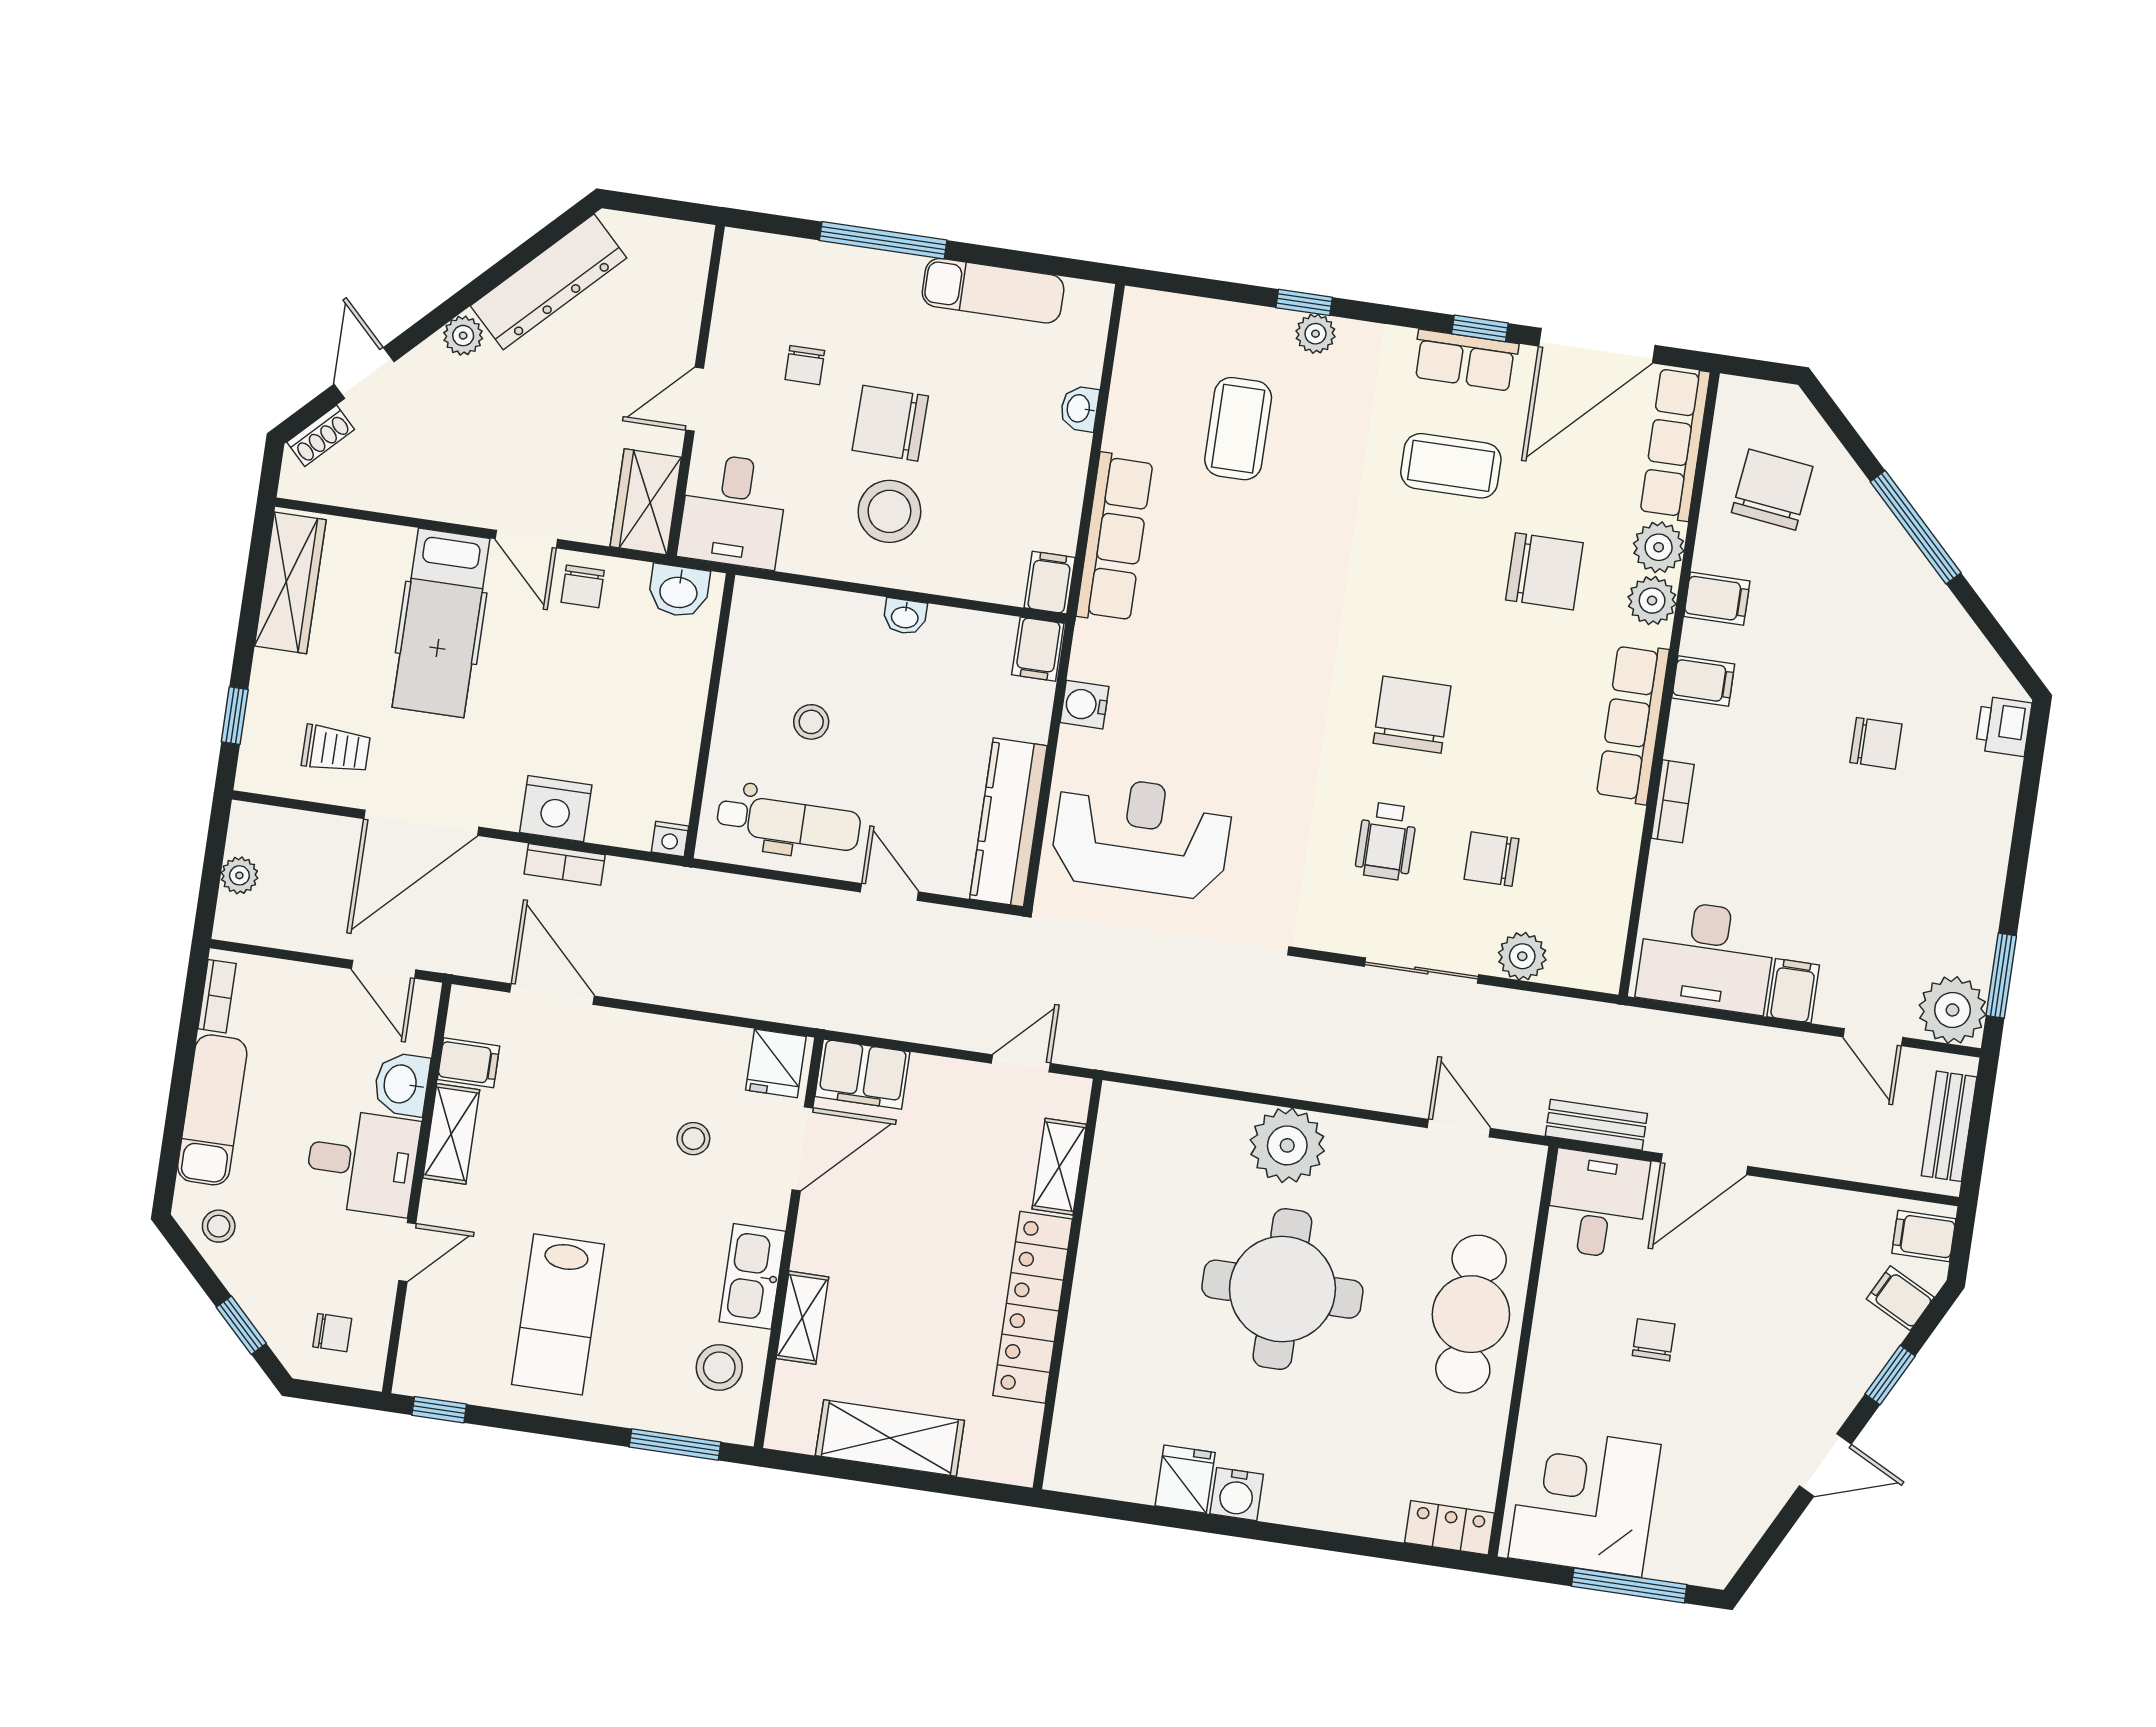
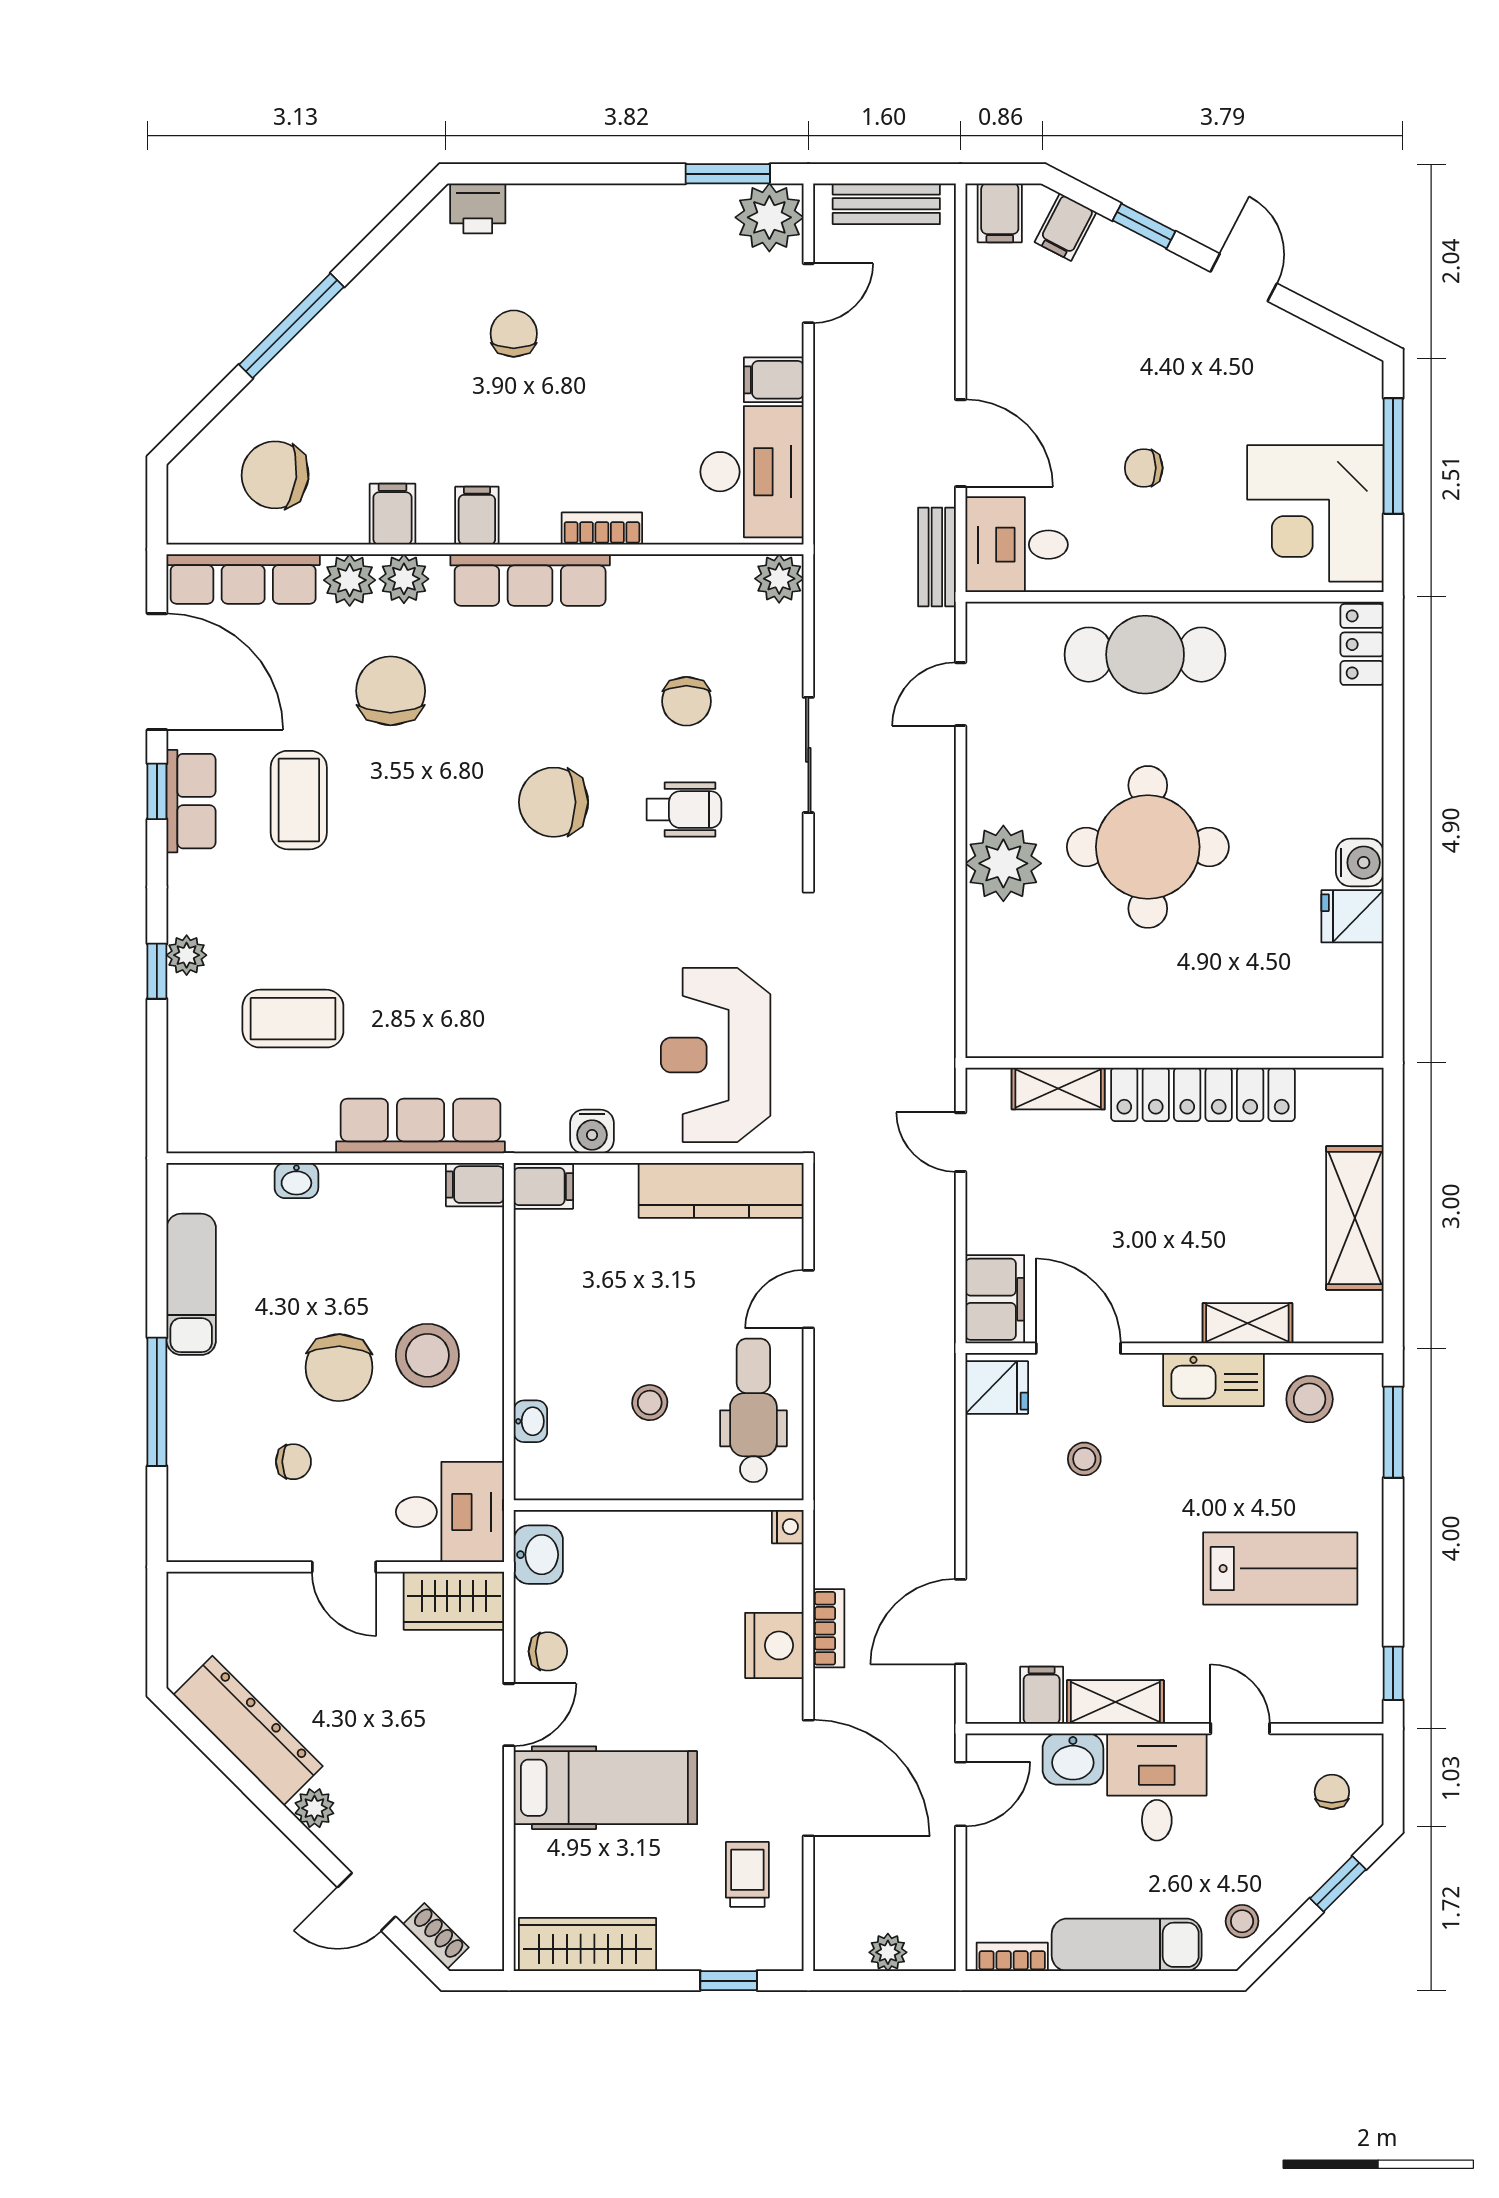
washbasin: (905, 617) -> (530, 1421), moved
plant: (1522, 956) -> (779, 579), moved

